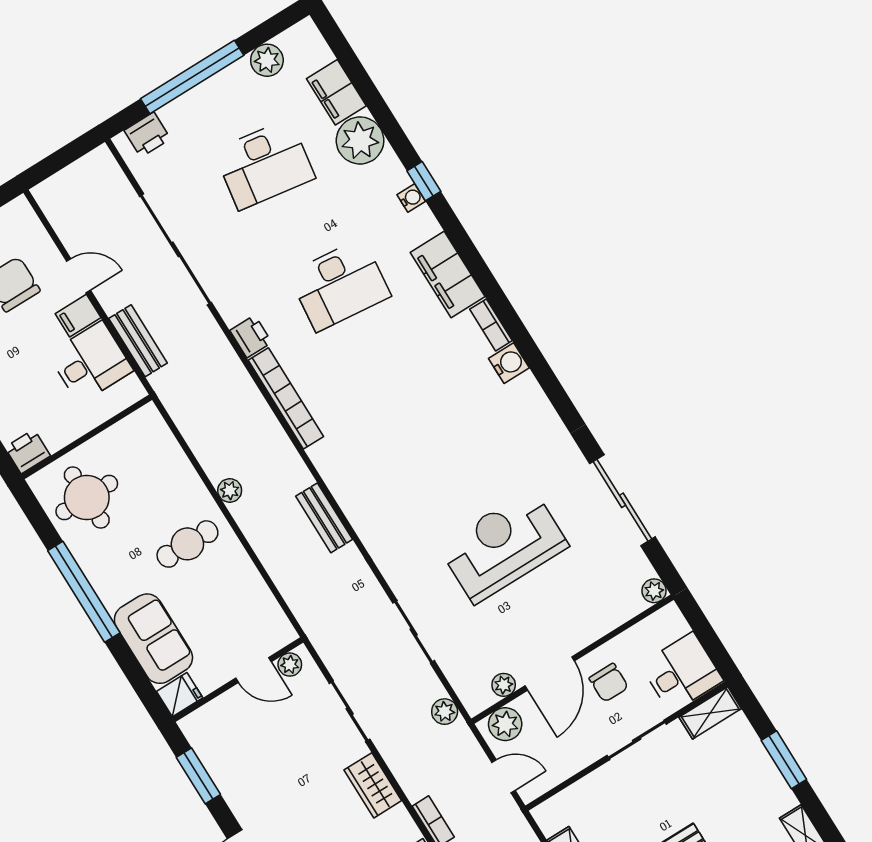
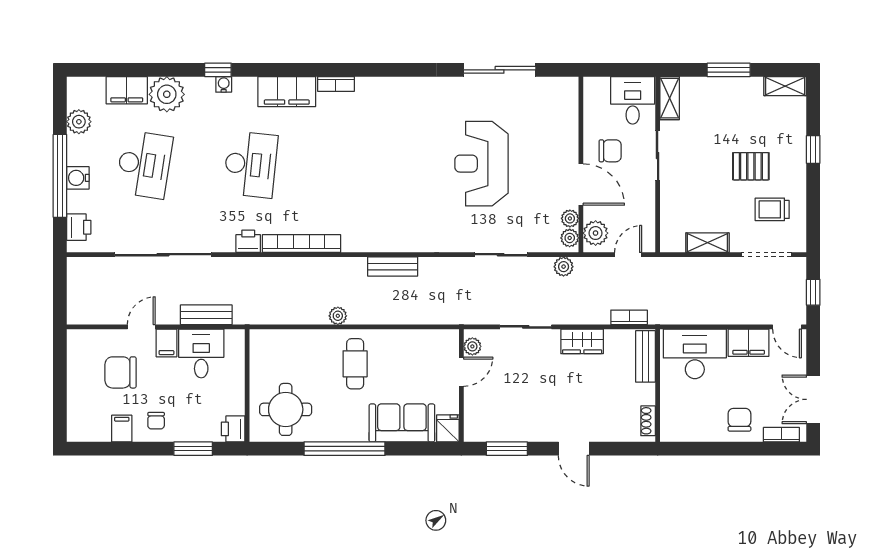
water cooler: (509, 363) -> (78, 178), moved, turned -90
plant: (654, 591) -> (570, 238), moved

